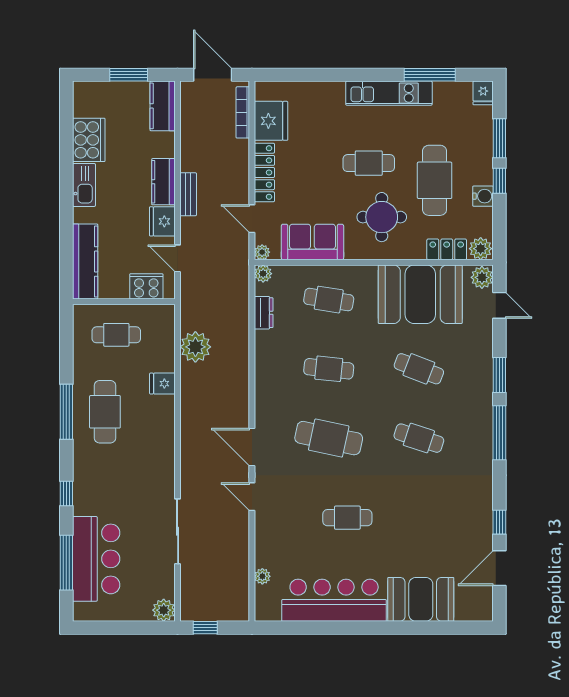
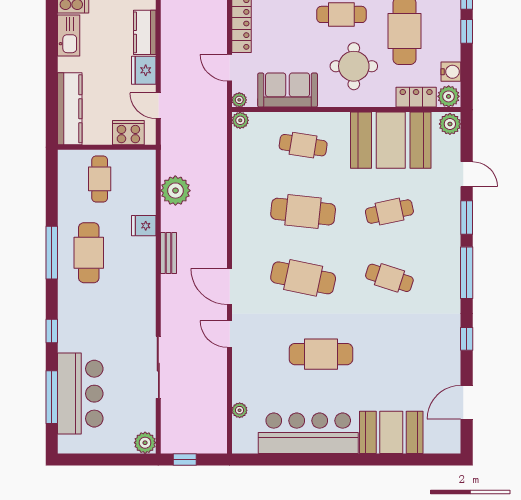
bench: (188, 194) -> (169, 253), moved
water cooler: (483, 196) -> (451, 72), moved
door: (499, 305) -> (467, 174), moved
dresser: (264, 313) -> (241, 158), removed
cafe table: (116, 335) -> (100, 179), turned 90
cafe table: (329, 369) -> (303, 212), width x1.37, depth x1.35
cafe table: (419, 369) -> (389, 212), turned -33
cafe table: (347, 518) -> (321, 354), width x1.37, depth x1.35
window: (499, 522) -> (467, 339), moved

